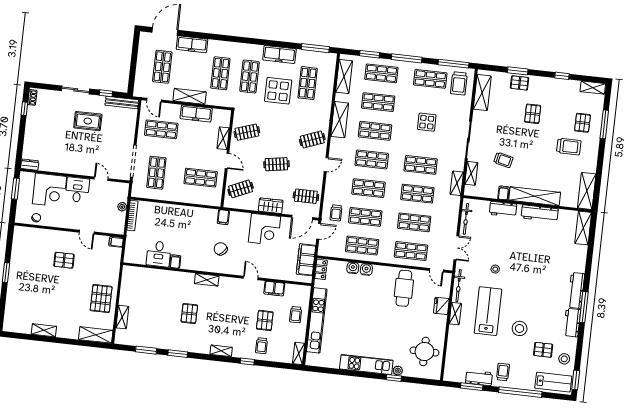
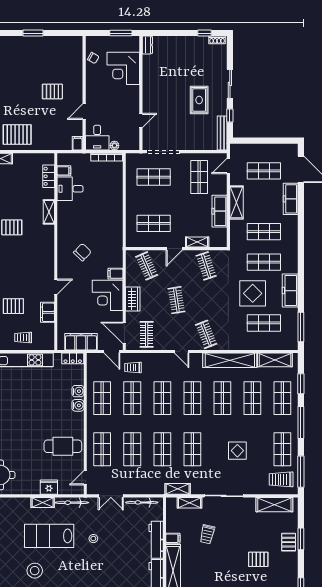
shelving: (340, 120) -> (230, 360), width x1.47
shop shelf: (201, 178) -> (154, 223), turned 90
desk: (77, 190) -> (97, 138), moved, turned 90
workbench: (503, 209) -> (156, 540), width x1.37
filing cabinet: (223, 217) -> (115, 274), moved
pallet: (64, 260) -> (52, 92), turned 90
filing cabinet: (175, 262) -> (64, 171), moved
locker: (144, 273) -> (49, 176), added
shelving: (207, 280) -> (49, 212), moved
lab bench: (488, 311) -> (49, 536), turned 180

